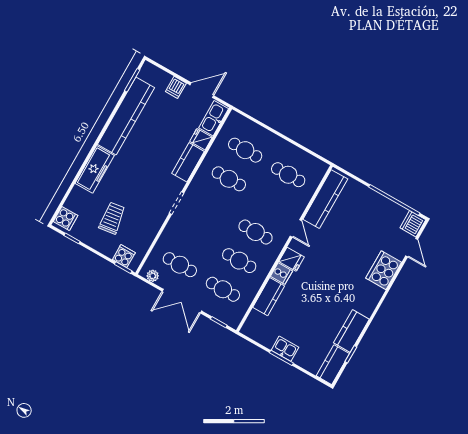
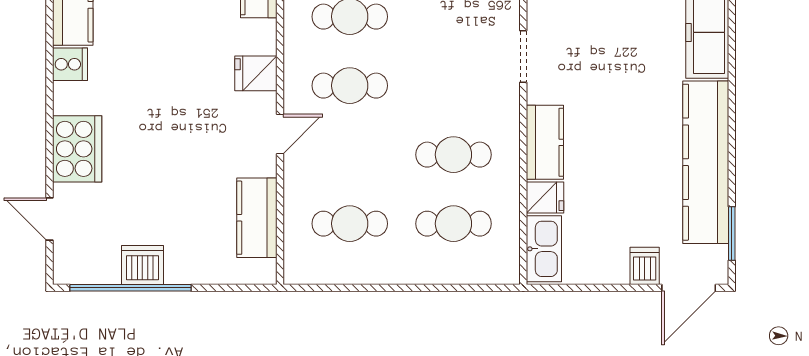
door: (202, 90) -> (689, 288), moved
kitchen counter: (325, 199) -> (257, 218), width x0.67
dishwasher: (413, 224) -> (142, 265), moved, turned -90
door: (296, 228) -> (280, 134), swing flipped
cooker: (281, 274) -> (70, 64), moved, turned 180

